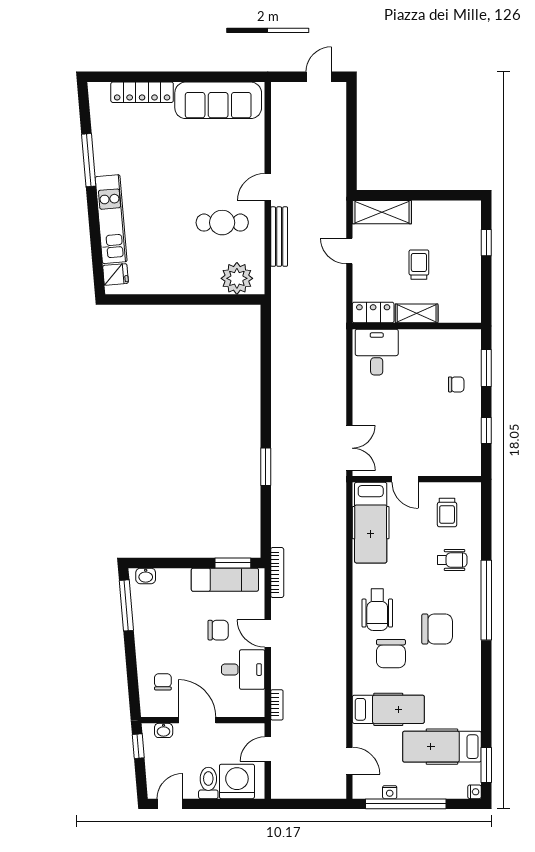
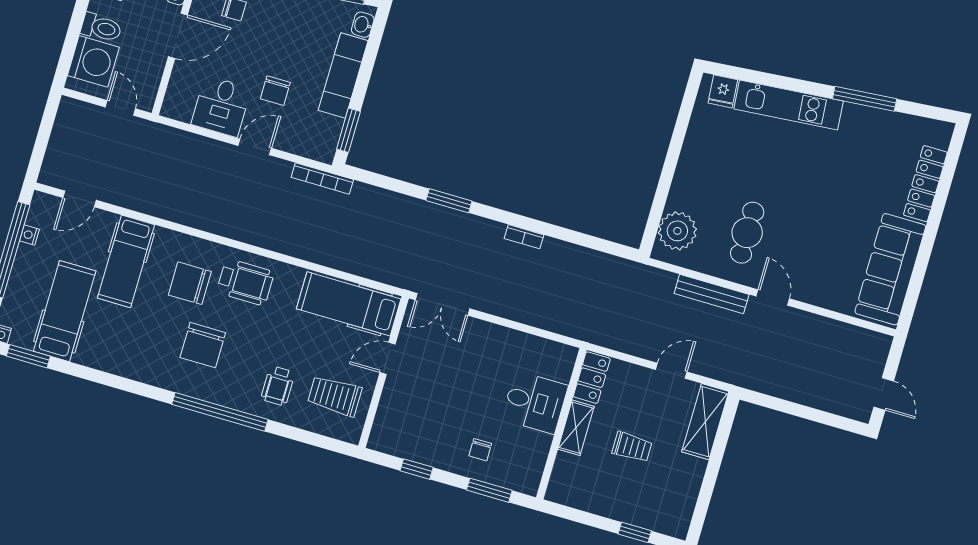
desk: (377, 352) -> (535, 402), moved
trolley: (447, 512) -> (335, 396), width x1.36, depth x1.39
exam couch: (225, 580) -> (343, 76), moved
wheelchair: (377, 610) -> (245, 282), turned 180
bookcase: (277, 705) -> (524, 237), moved

